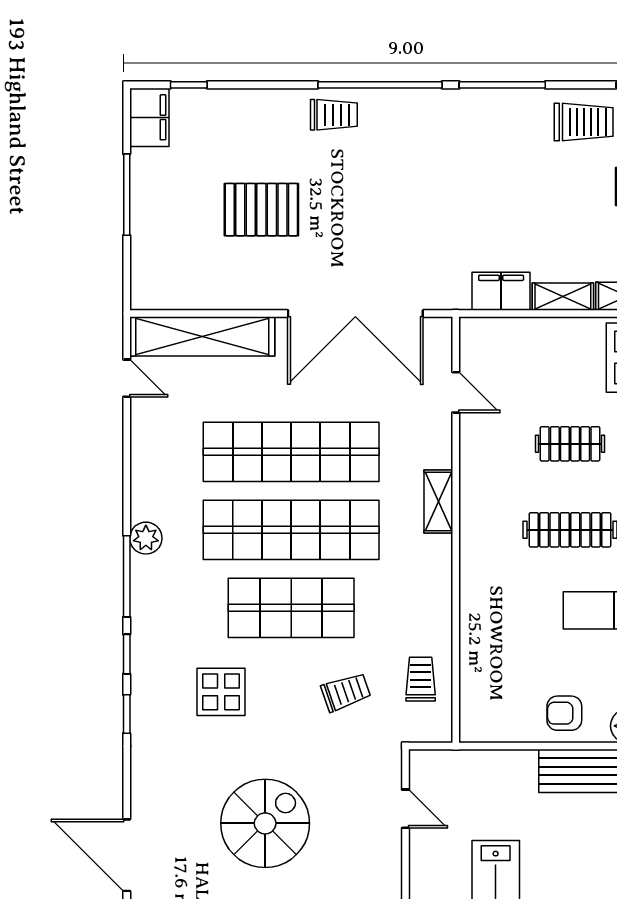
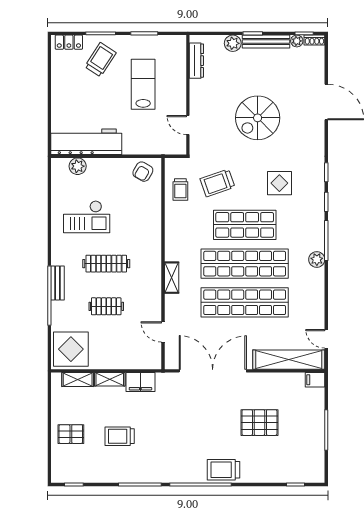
trolley: (334, 115) -> (223, 470), width x1.36, depth x1.39
filing cabinet: (149, 117) -> (315, 380), moved, width x0.50
trolley: (584, 122) -> (120, 436), moved
trolley: (346, 692) -> (217, 183), width x1.36, depth x1.39
armchair: (564, 713) -> (143, 172), moved, turned 120

